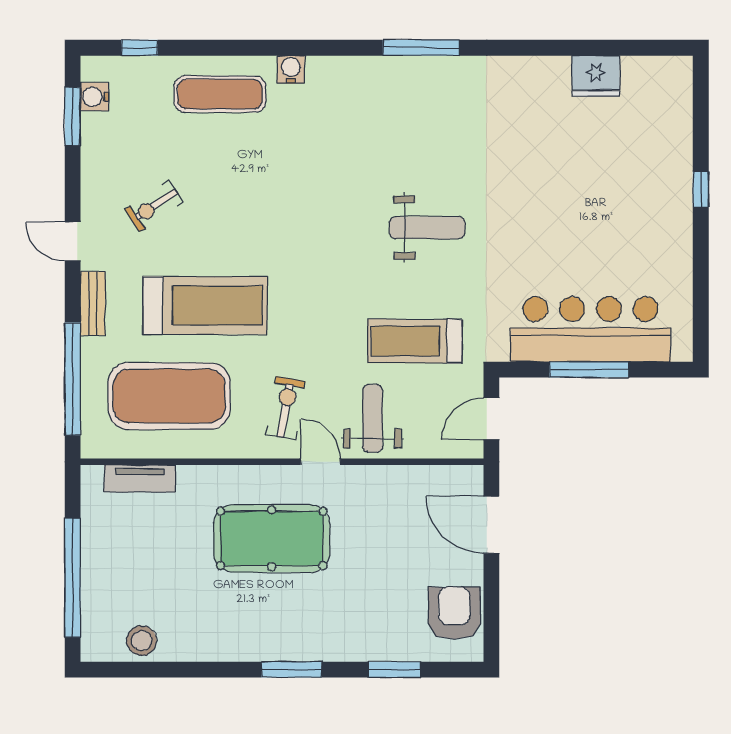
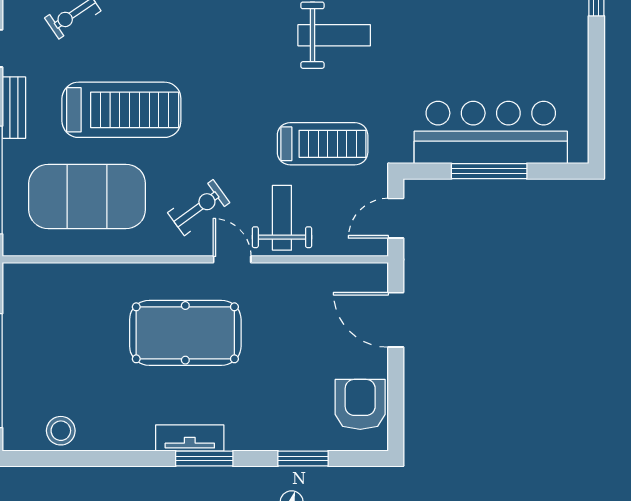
treadmill: (415, 341) -> (323, 144), turned 180
exercise bike: (286, 408) -> (199, 208), turned 44
tv unit: (140, 479) -> (190, 438), moved, turned 180

